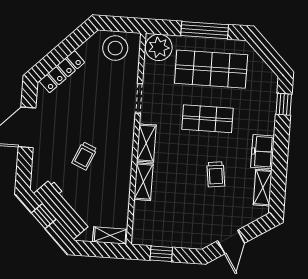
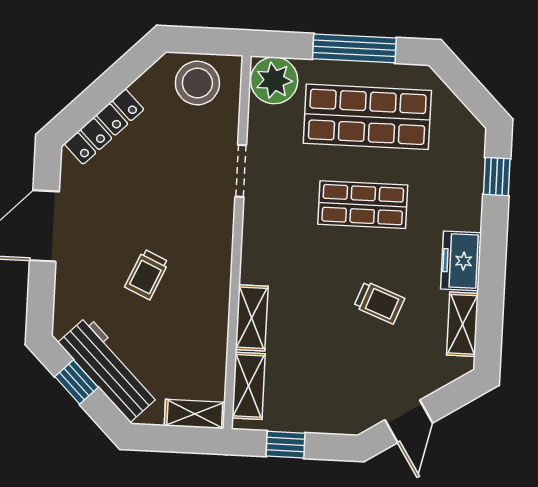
shelving: (146, 143) -> (249, 386), moved
trolley: (216, 174) -> (379, 303), turned -62

